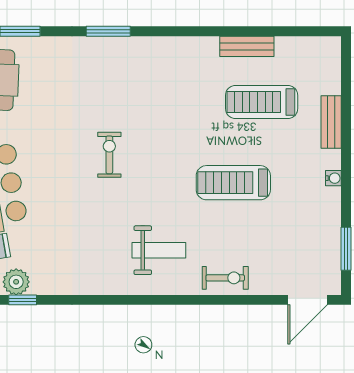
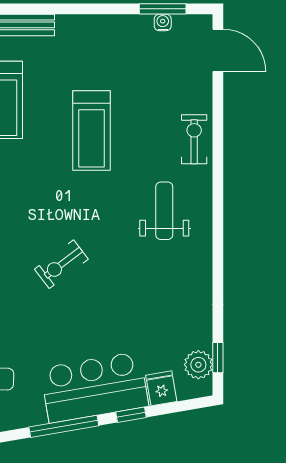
exercise bike: (109, 155) -> (61, 264), turned -37
water cooler: (333, 178) -> (163, 22), moved

